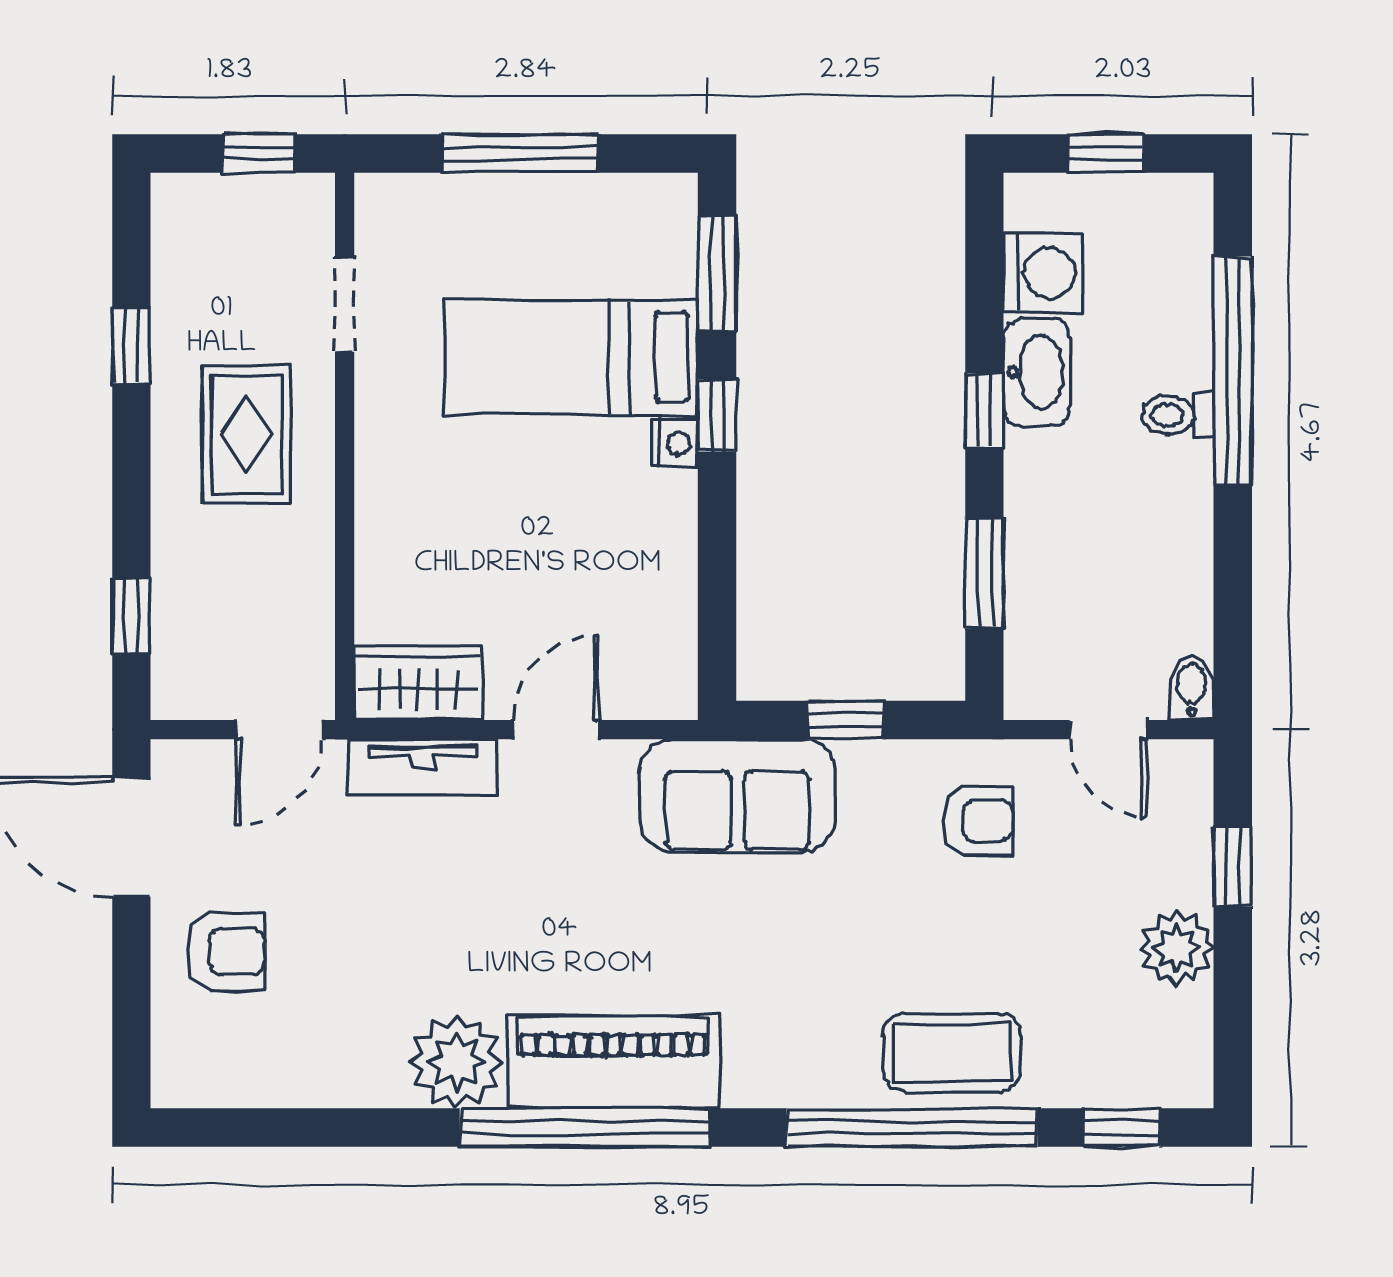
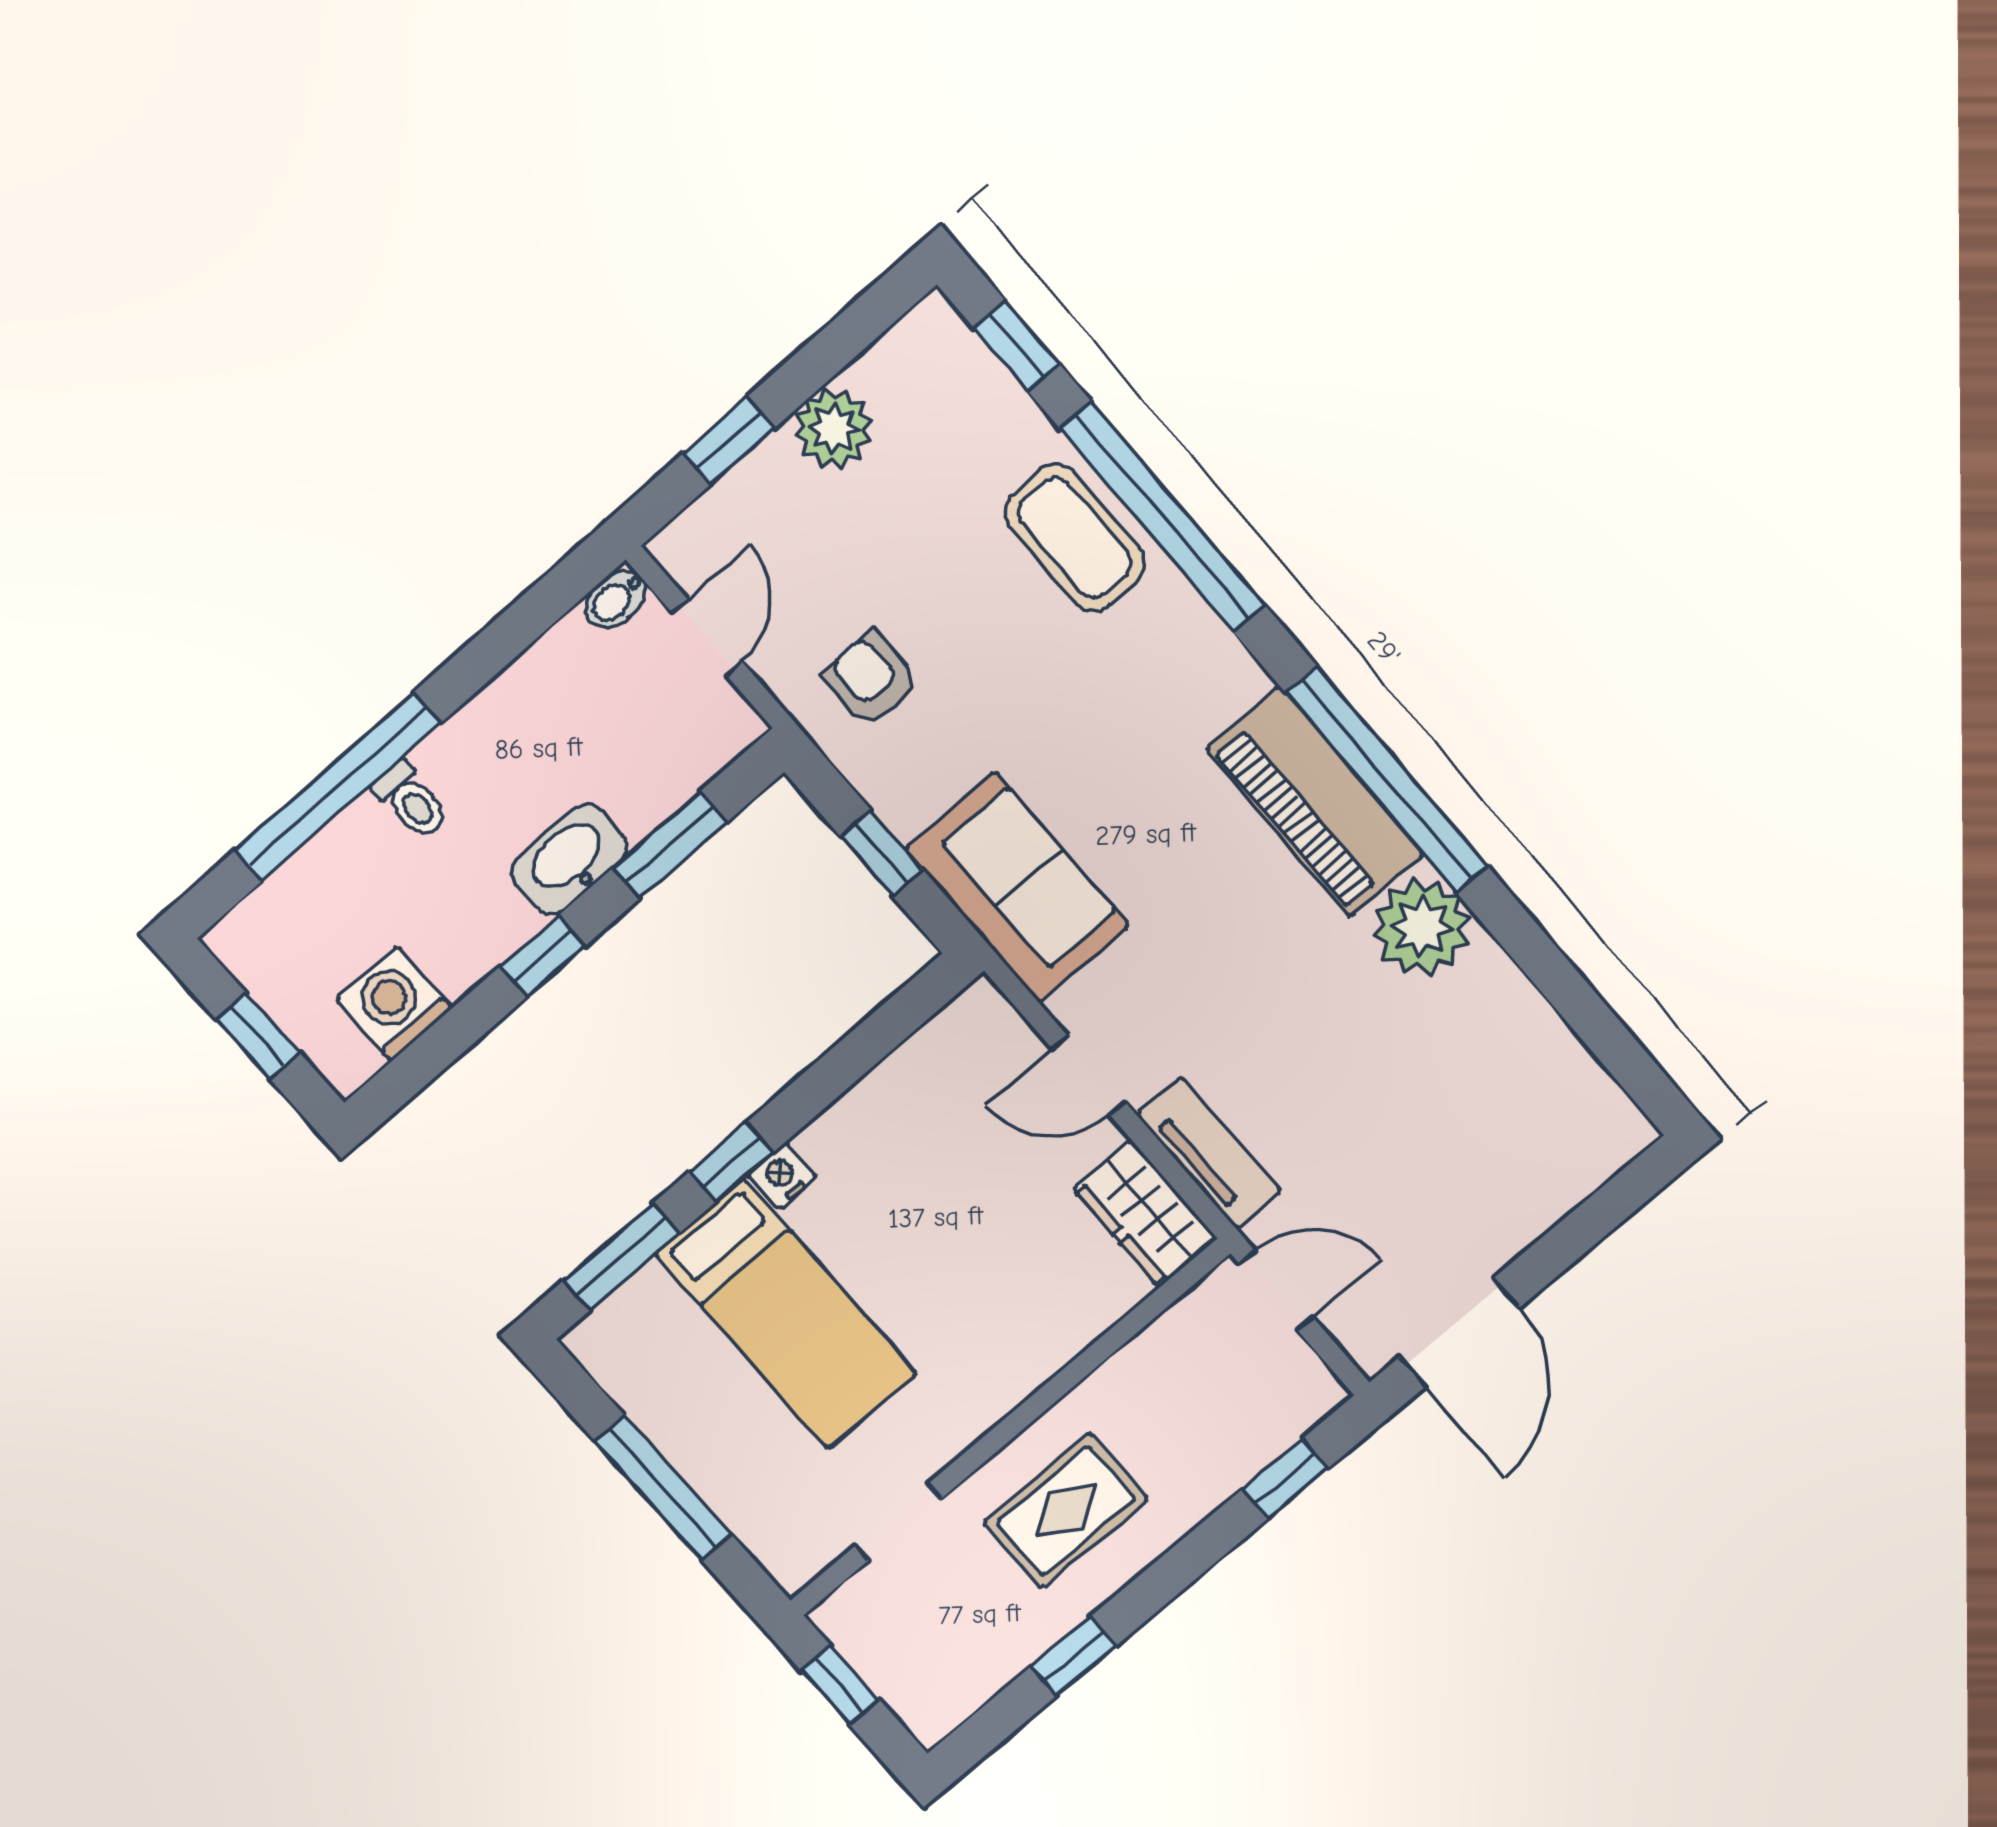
washbasin: (1037, 372) -> (569, 860), moved
armchair: (226, 951) -> (1488, 1182), removed

